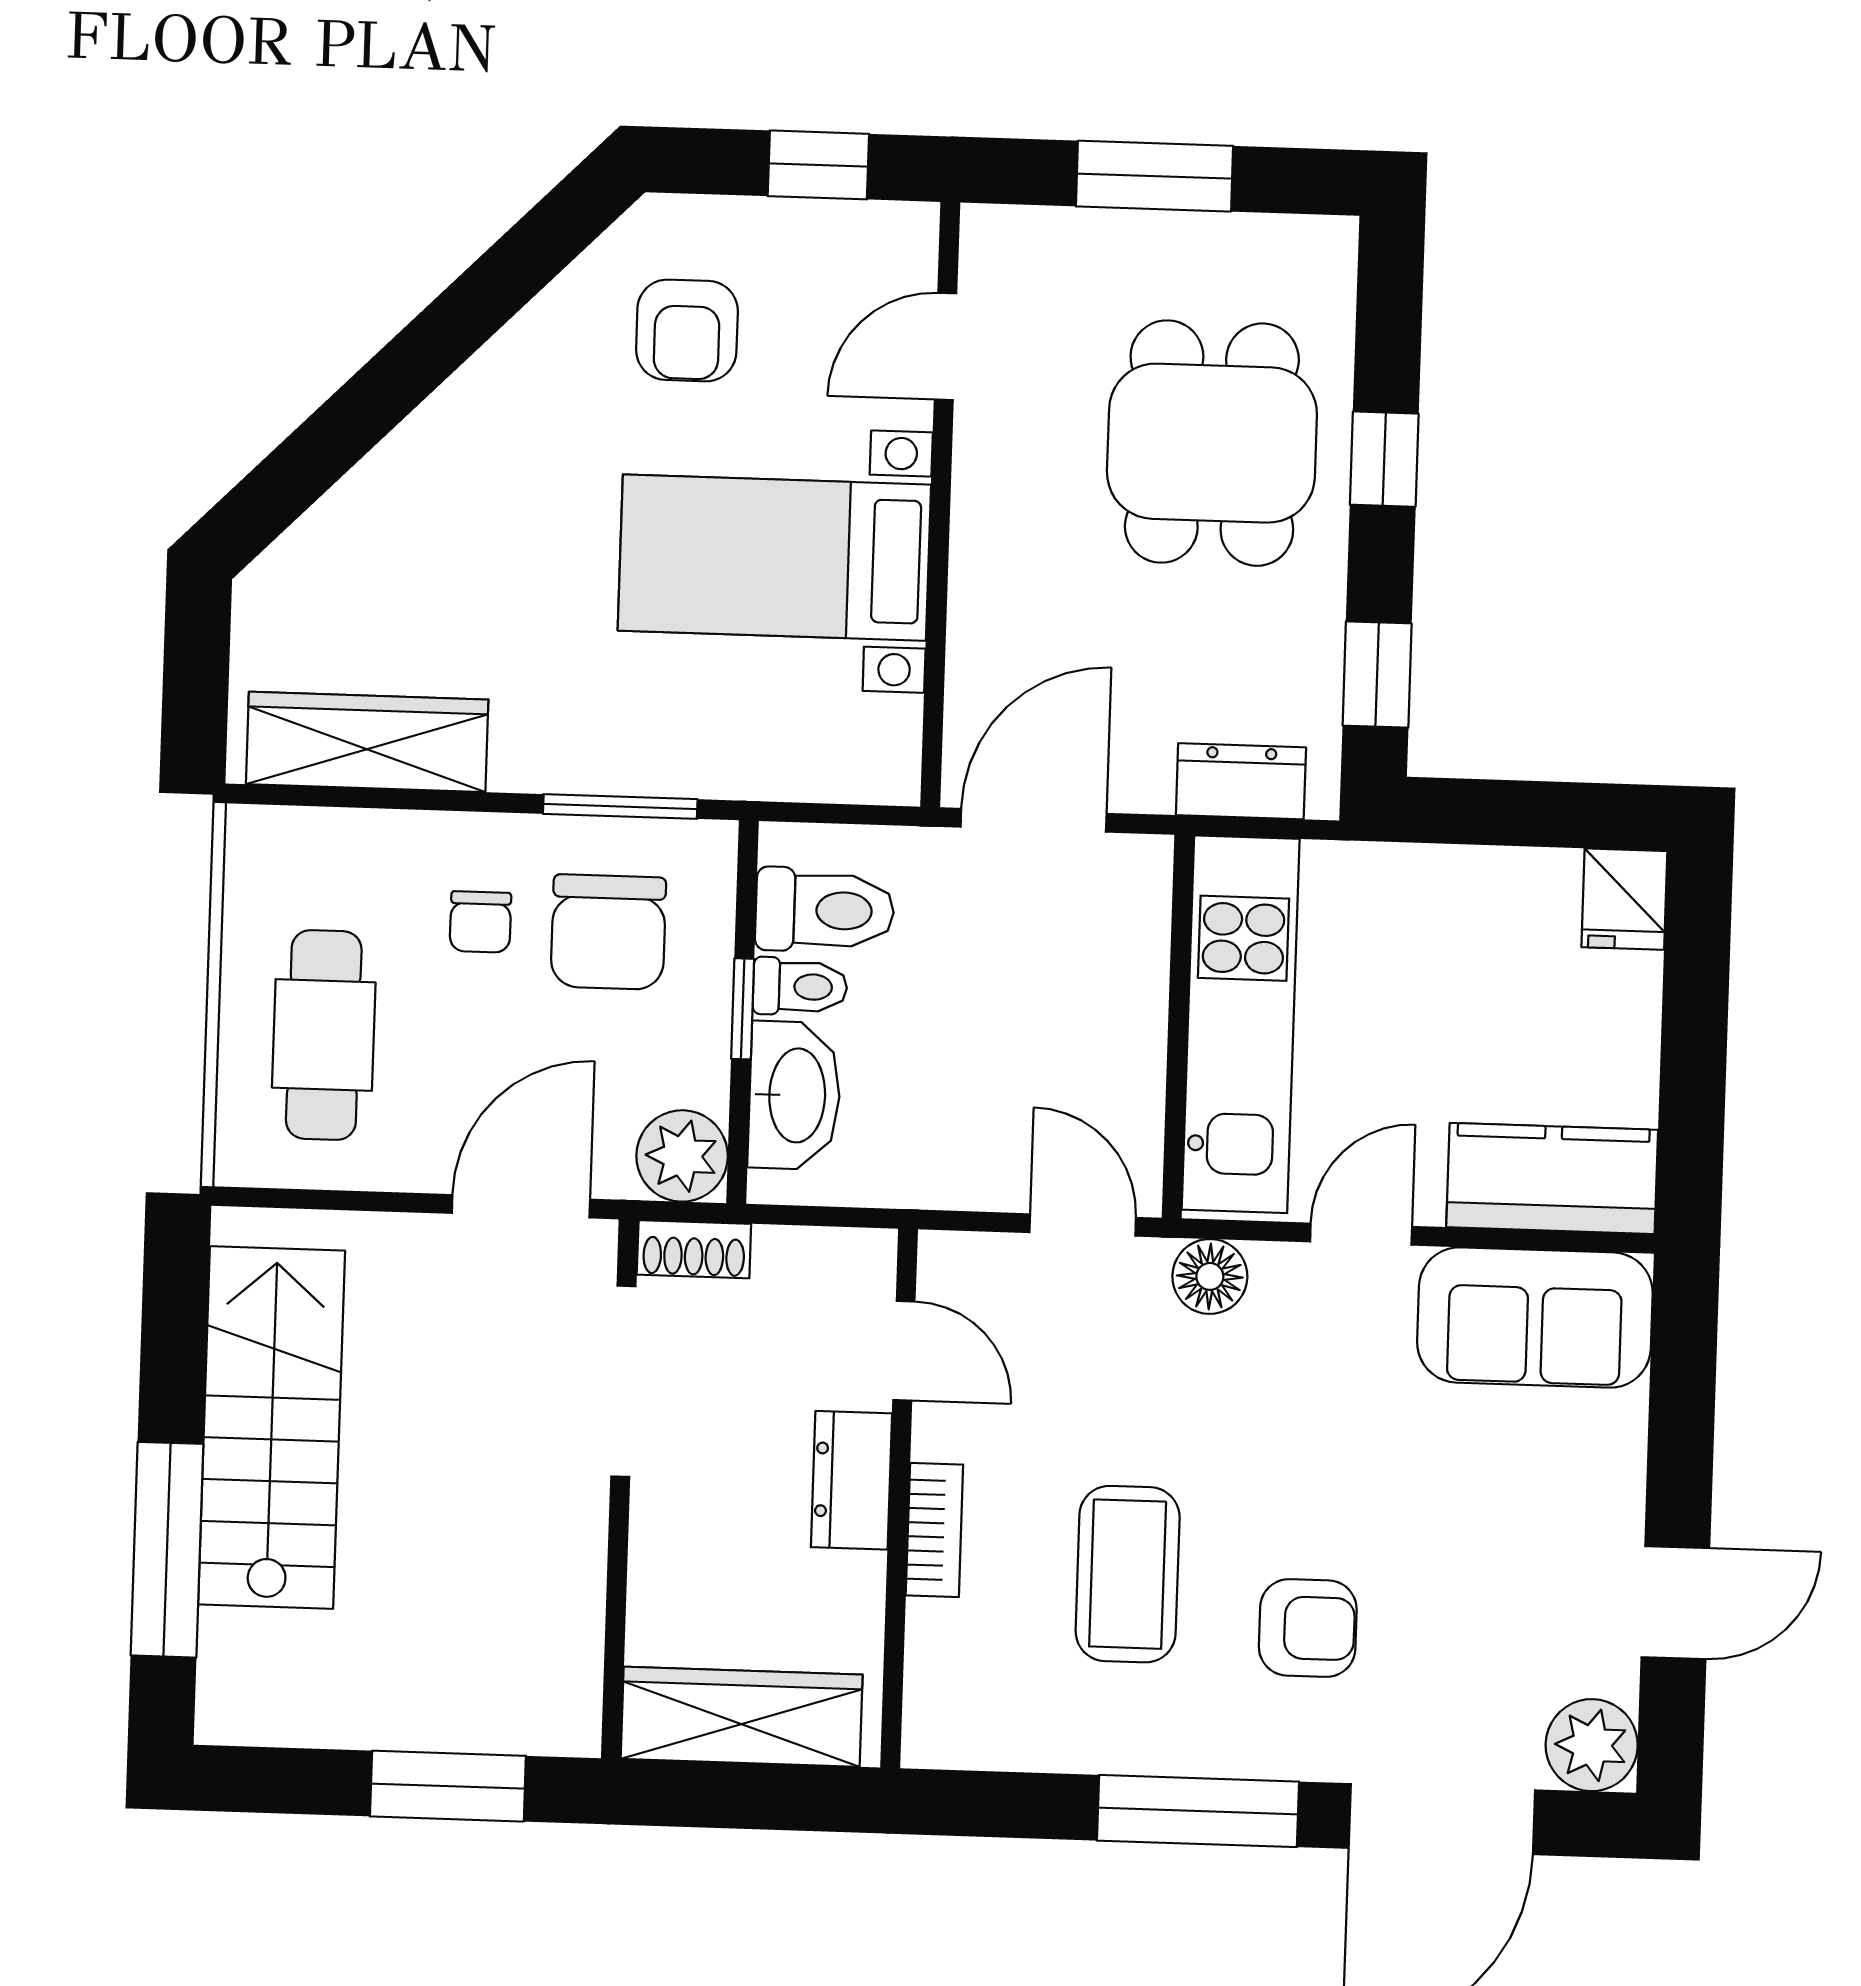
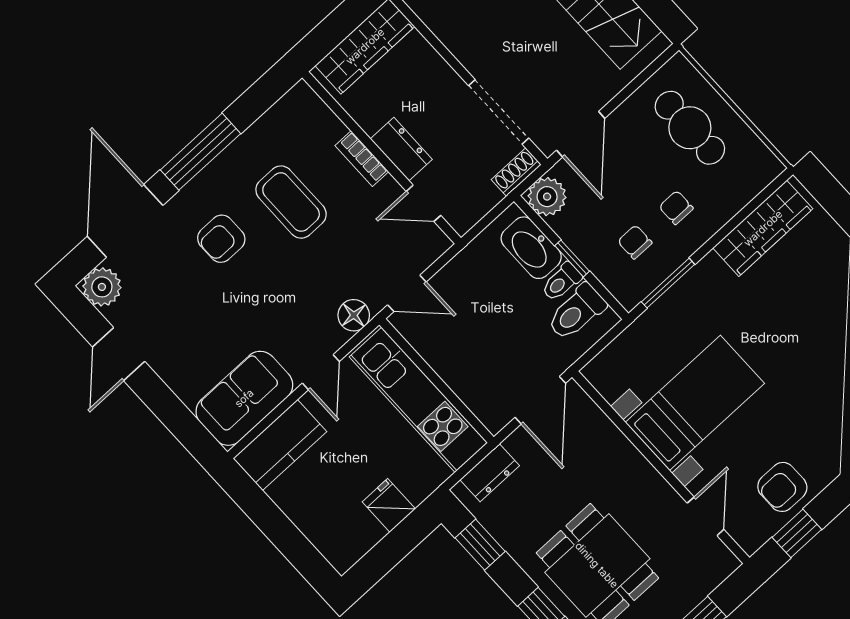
armchair: (687, 330) -> (782, 487), moved, turned -90
fridge: (1624, 899) -> (389, 505), moved
chair: (608, 932) -> (635, 242), width x0.54, depth x0.54

